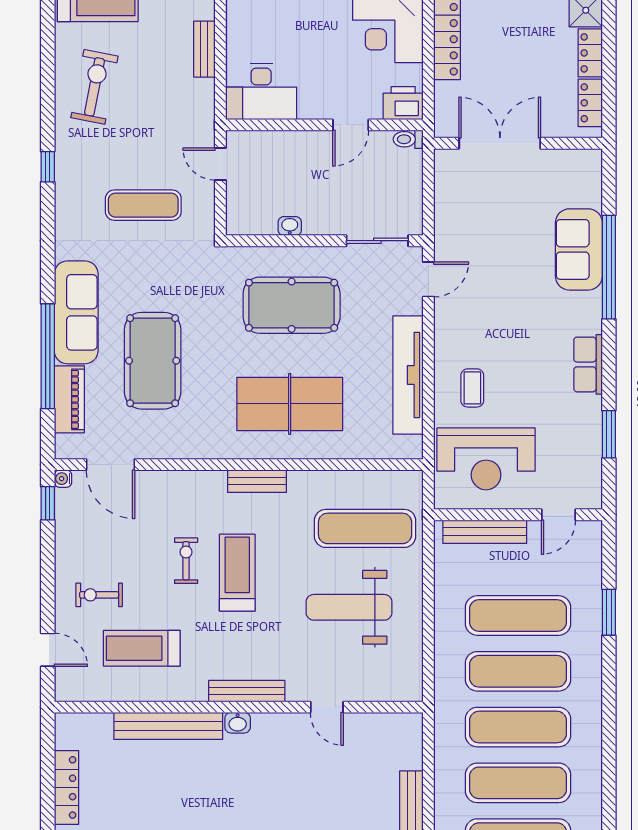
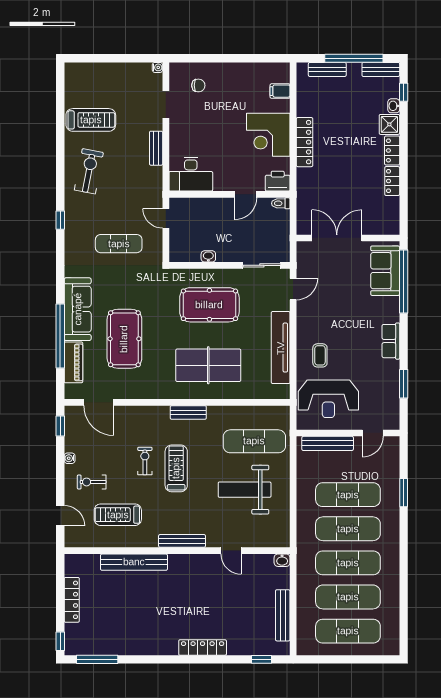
double door: (500, 143) -> (337, 238), moved
wall: (518, 143) -> (348, 238), moved
water cooler: (63, 479) -> (70, 458), moved
washbasin: (238, 723) -> (282, 560), moved

